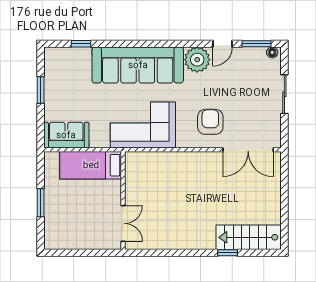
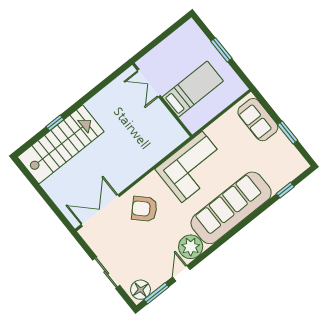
floor lamp: (272, 52) -> (140, 290), width x1.89, depth x1.89
armchair: (210, 122) -> (144, 209), turned 135
sofa: (66, 135) -> (258, 120), moved, turned 90
bed: (91, 165) -> (193, 89), moved
stairs: (249, 237) -> (61, 144), width x1.36, depth x1.51

